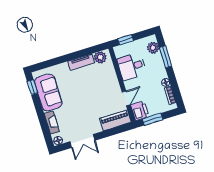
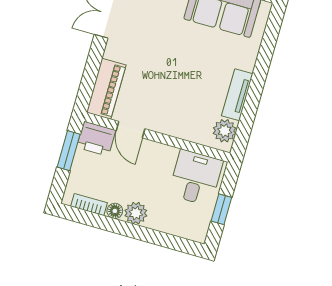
window: (125, 40) -> (221, 209), moved
plant: (153, 48) -> (136, 213), moved
window: (166, 57) -> (157, 238), removed
desk: (132, 66) -> (196, 178), moved

